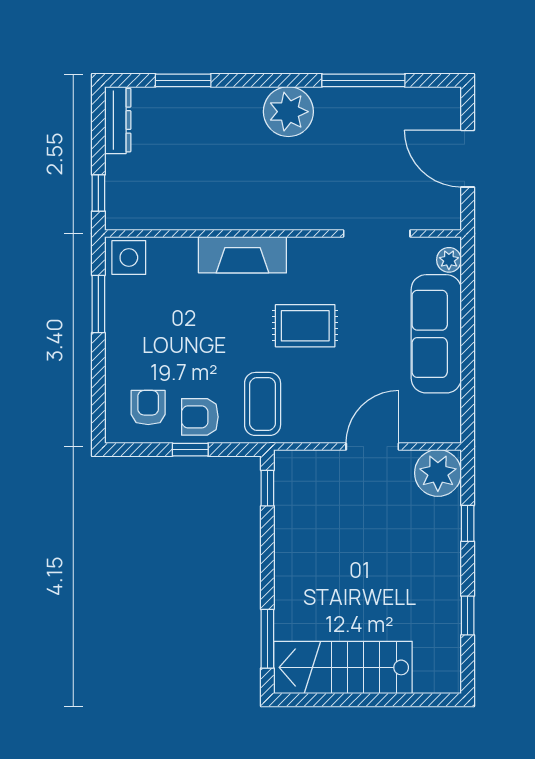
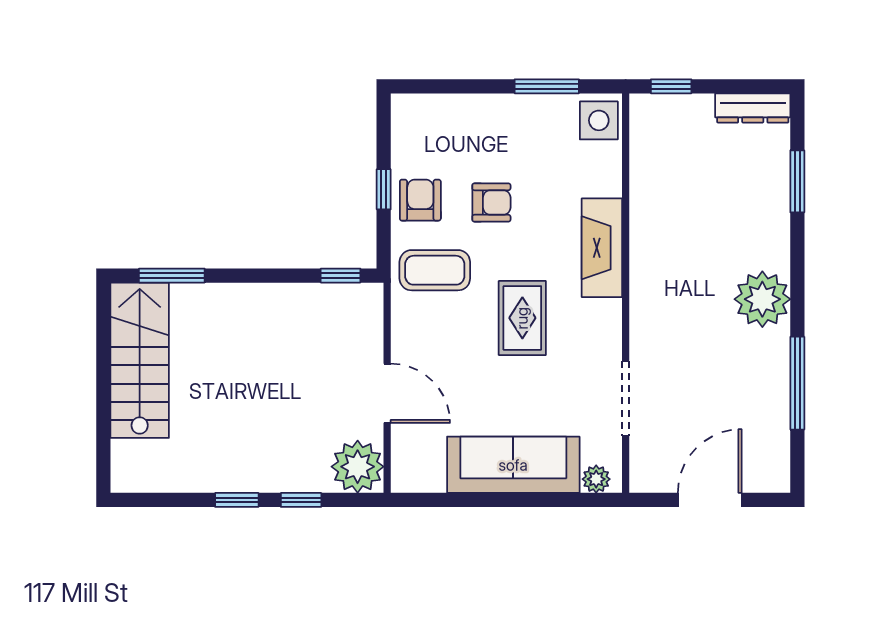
armchair: (148, 408) -> (491, 203), moved
window: (468, 615) -> (237, 500), moved

